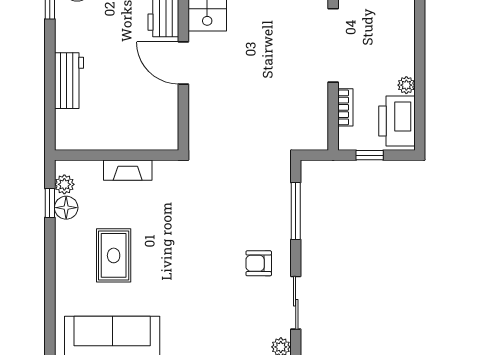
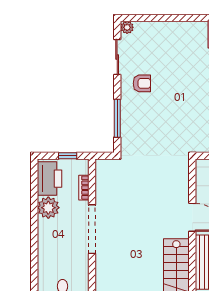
plant: (406, 85) -> (48, 208), width x1.88, depth x1.88

